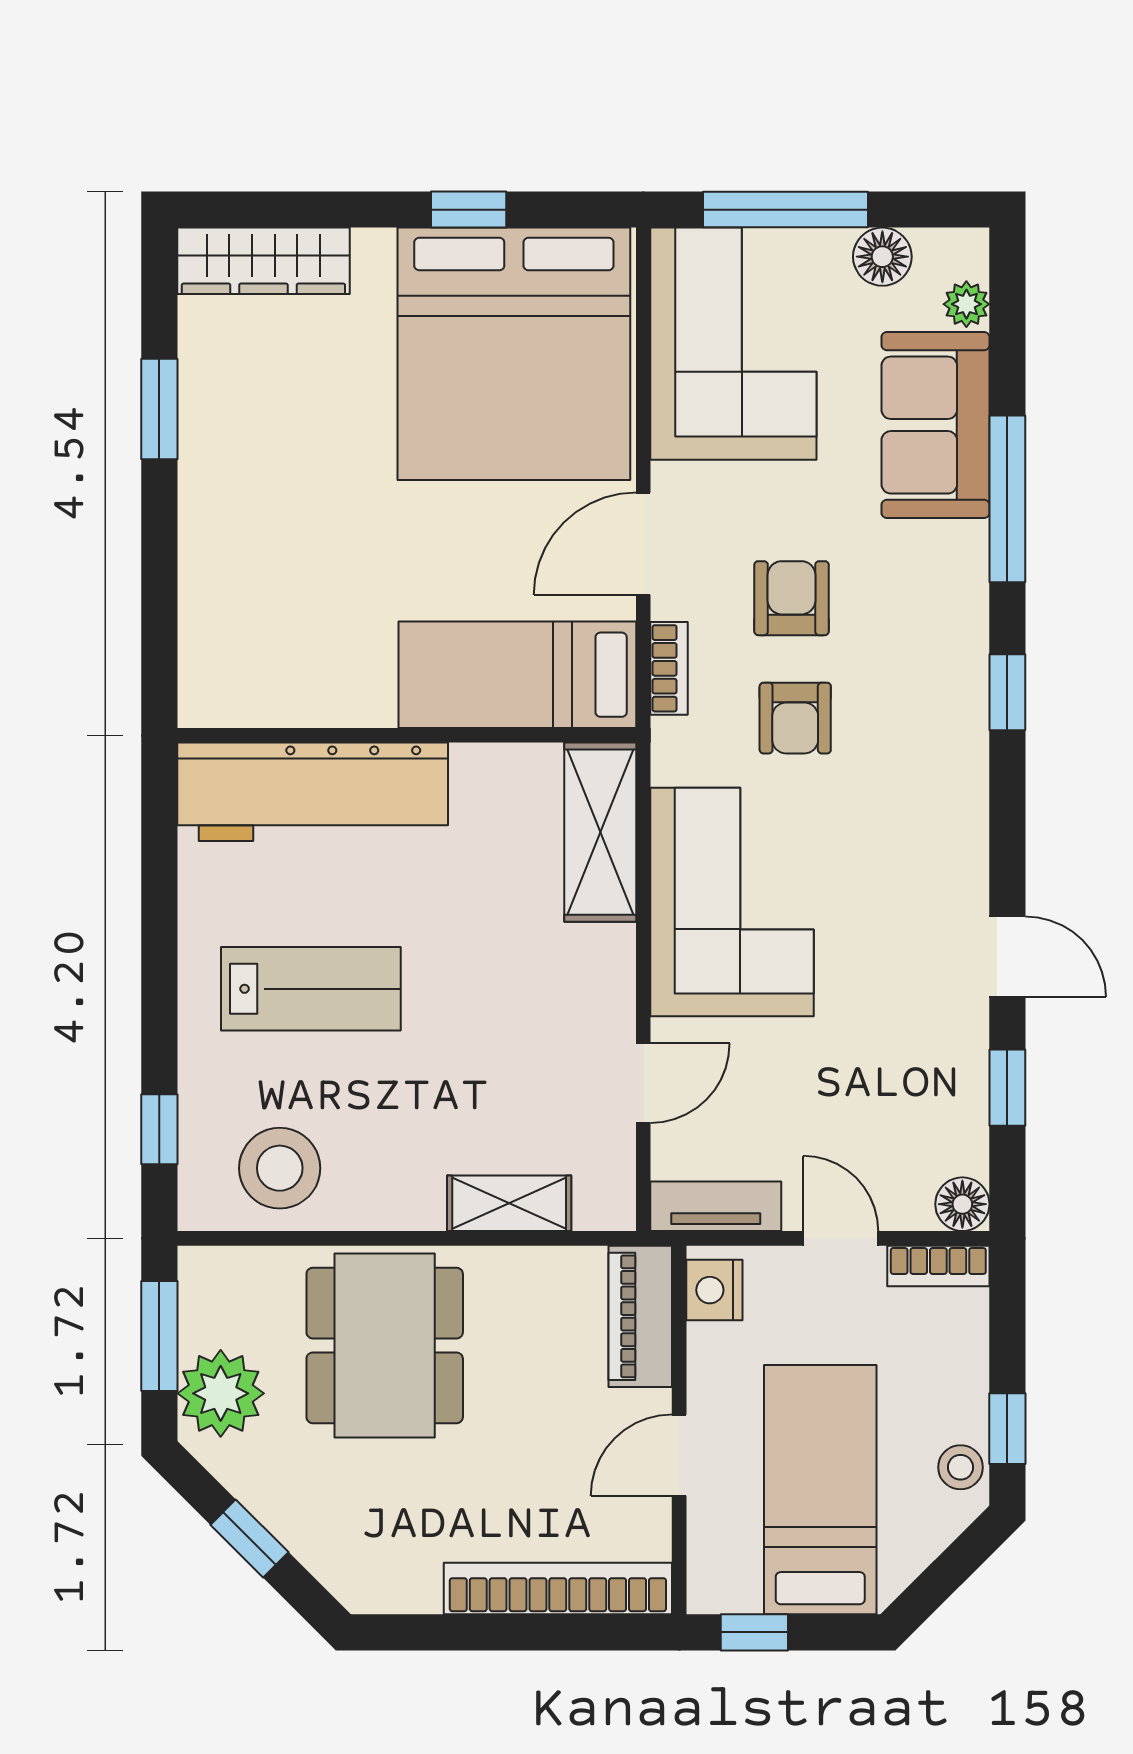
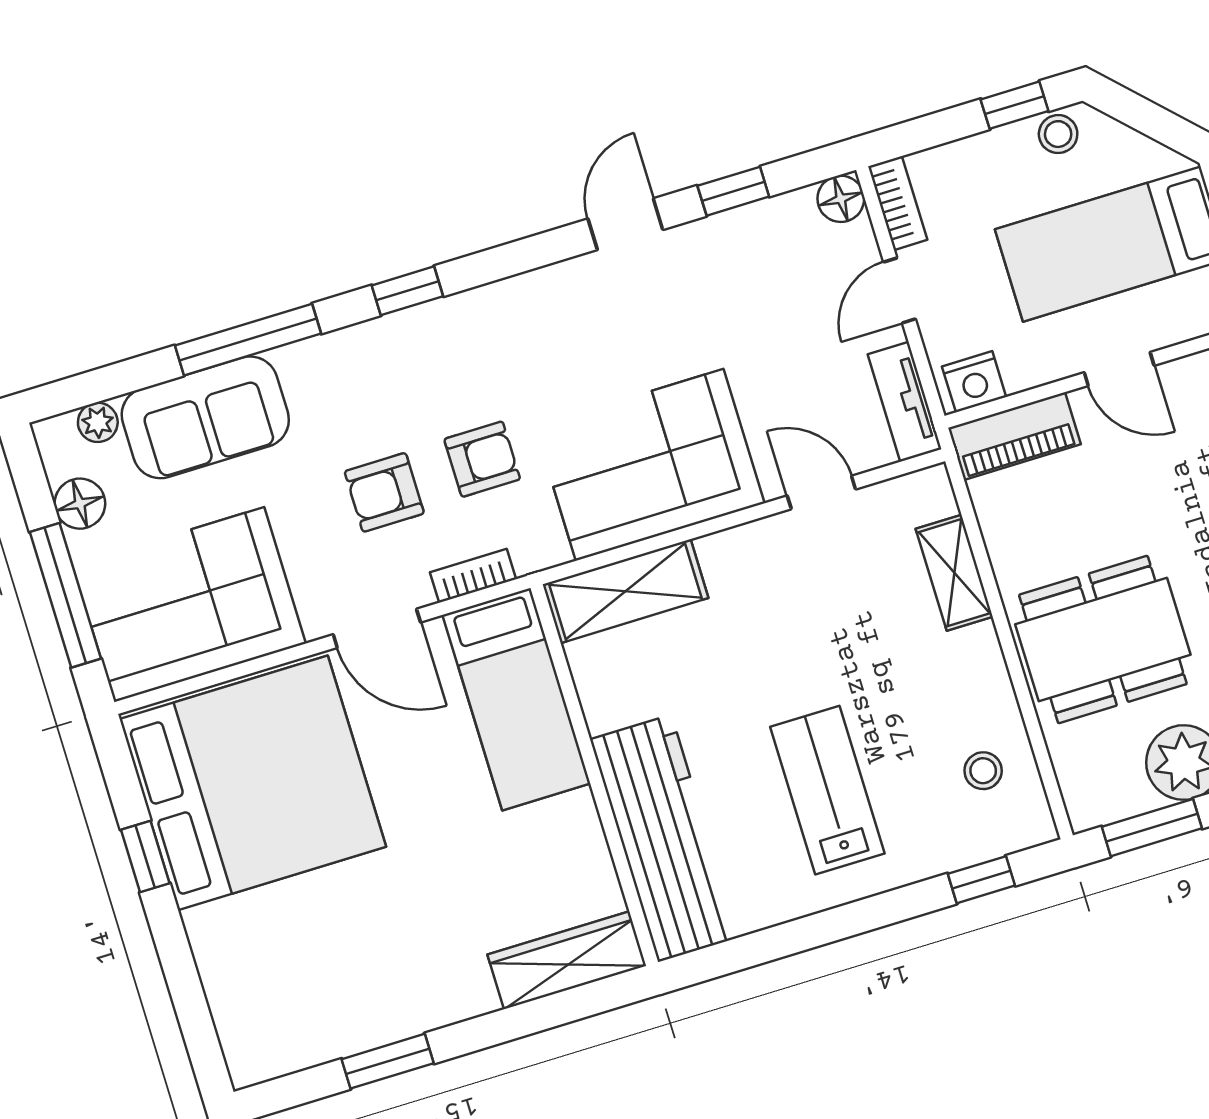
wardrobe: (263, 261) -> (567, 960), moved, turned -90
stool: (280, 1168) -> (983, 771), width x0.53, depth x0.53

